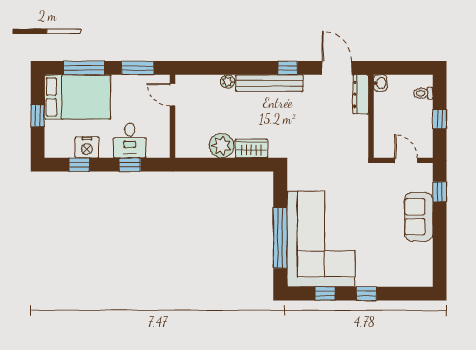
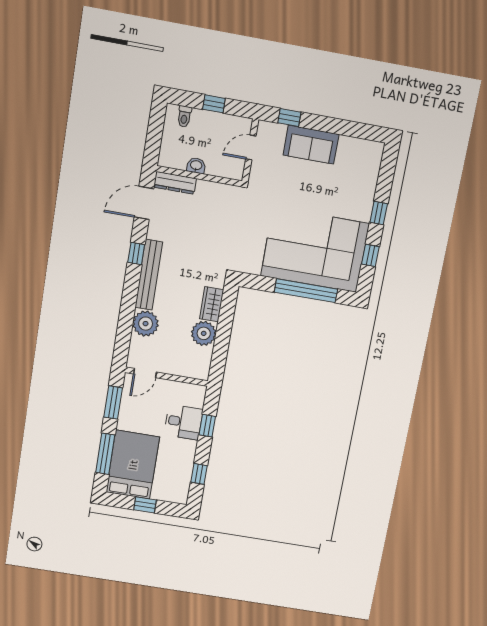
plant: (227, 82) -> (146, 324), width x1.87, depth x1.87
washbasin: (380, 83) -> (196, 166), moved
nightstand: (87, 147) -> (183, 464), removed

